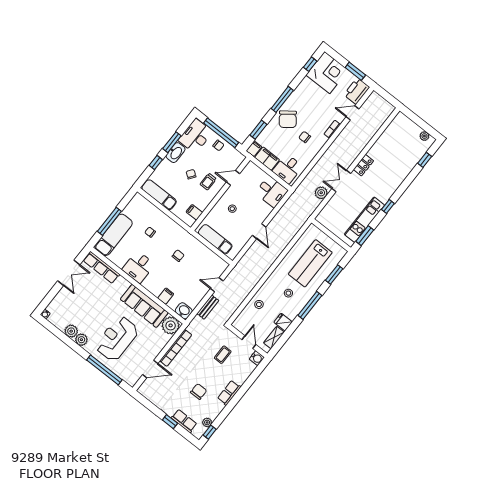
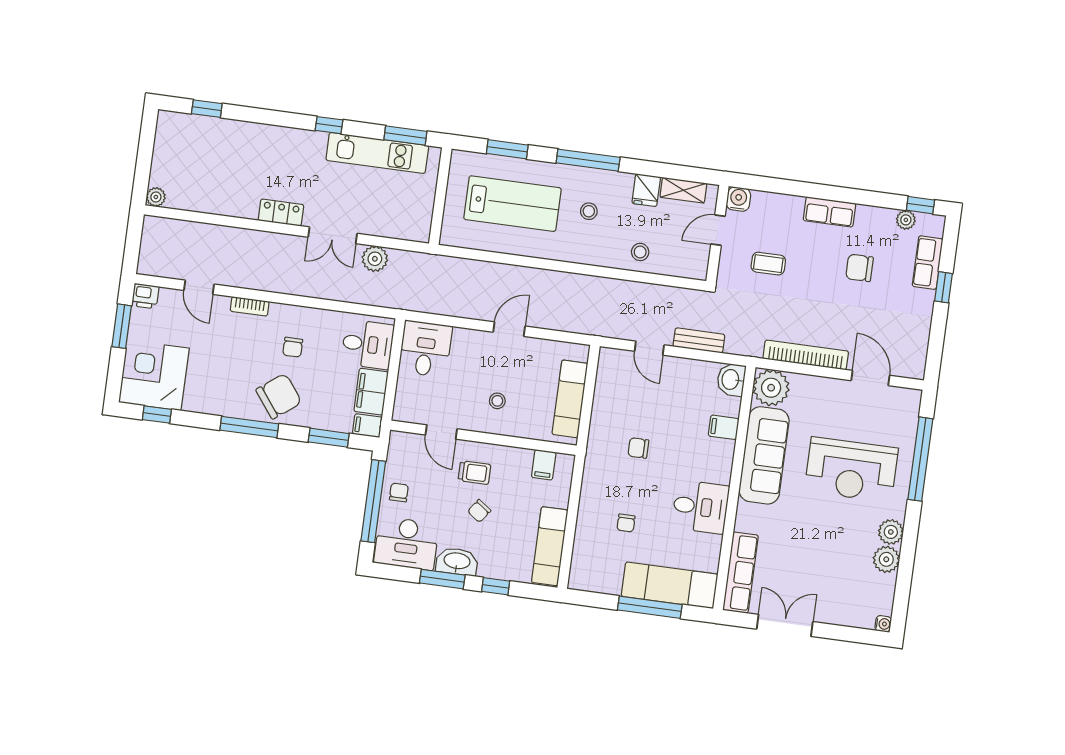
printer: (357, 91) -> (145, 296), width x0.53, depth x0.68
plant: (424, 136) -> (156, 197), moved

